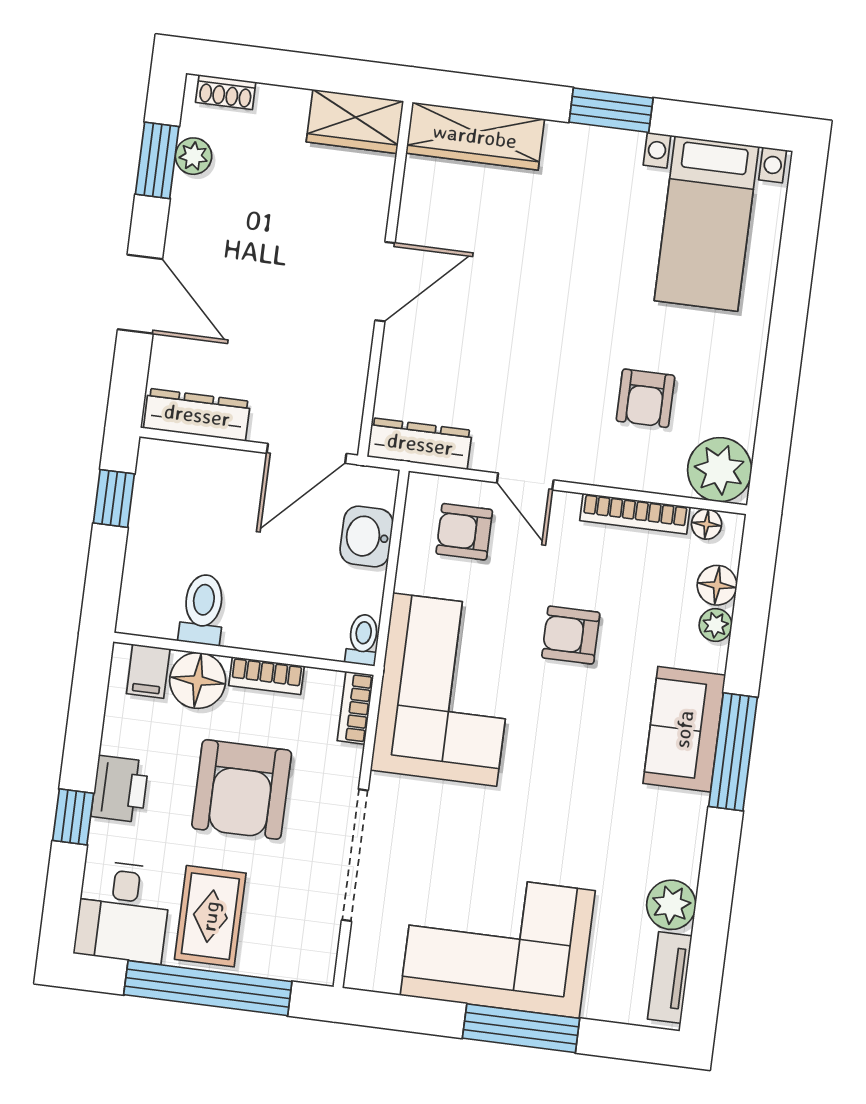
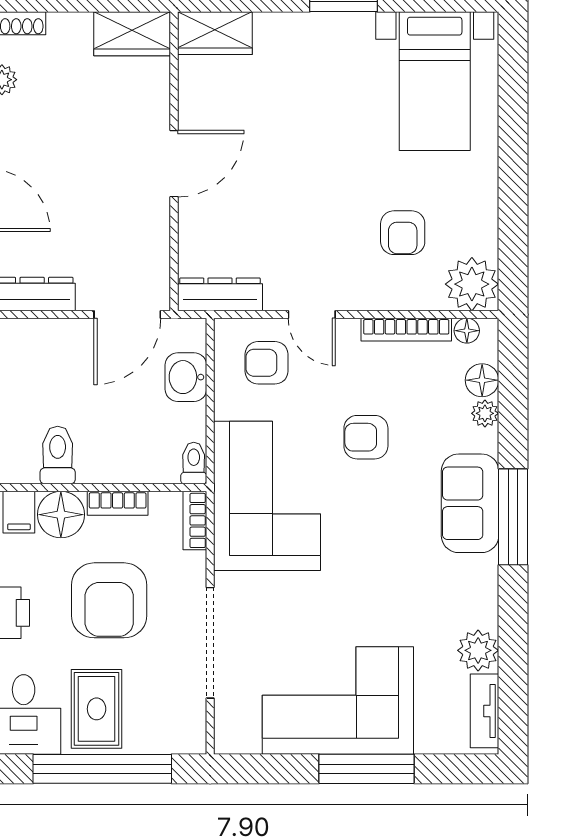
wardrobe: (475, 136) -> (215, 33), width x0.67

